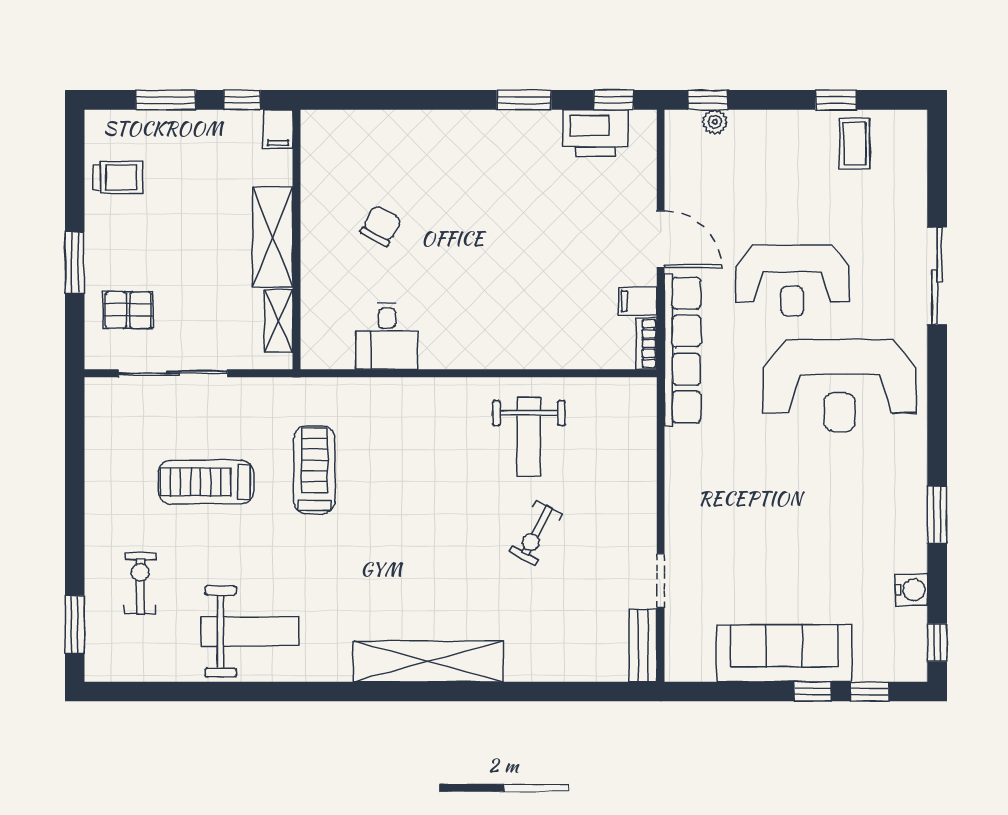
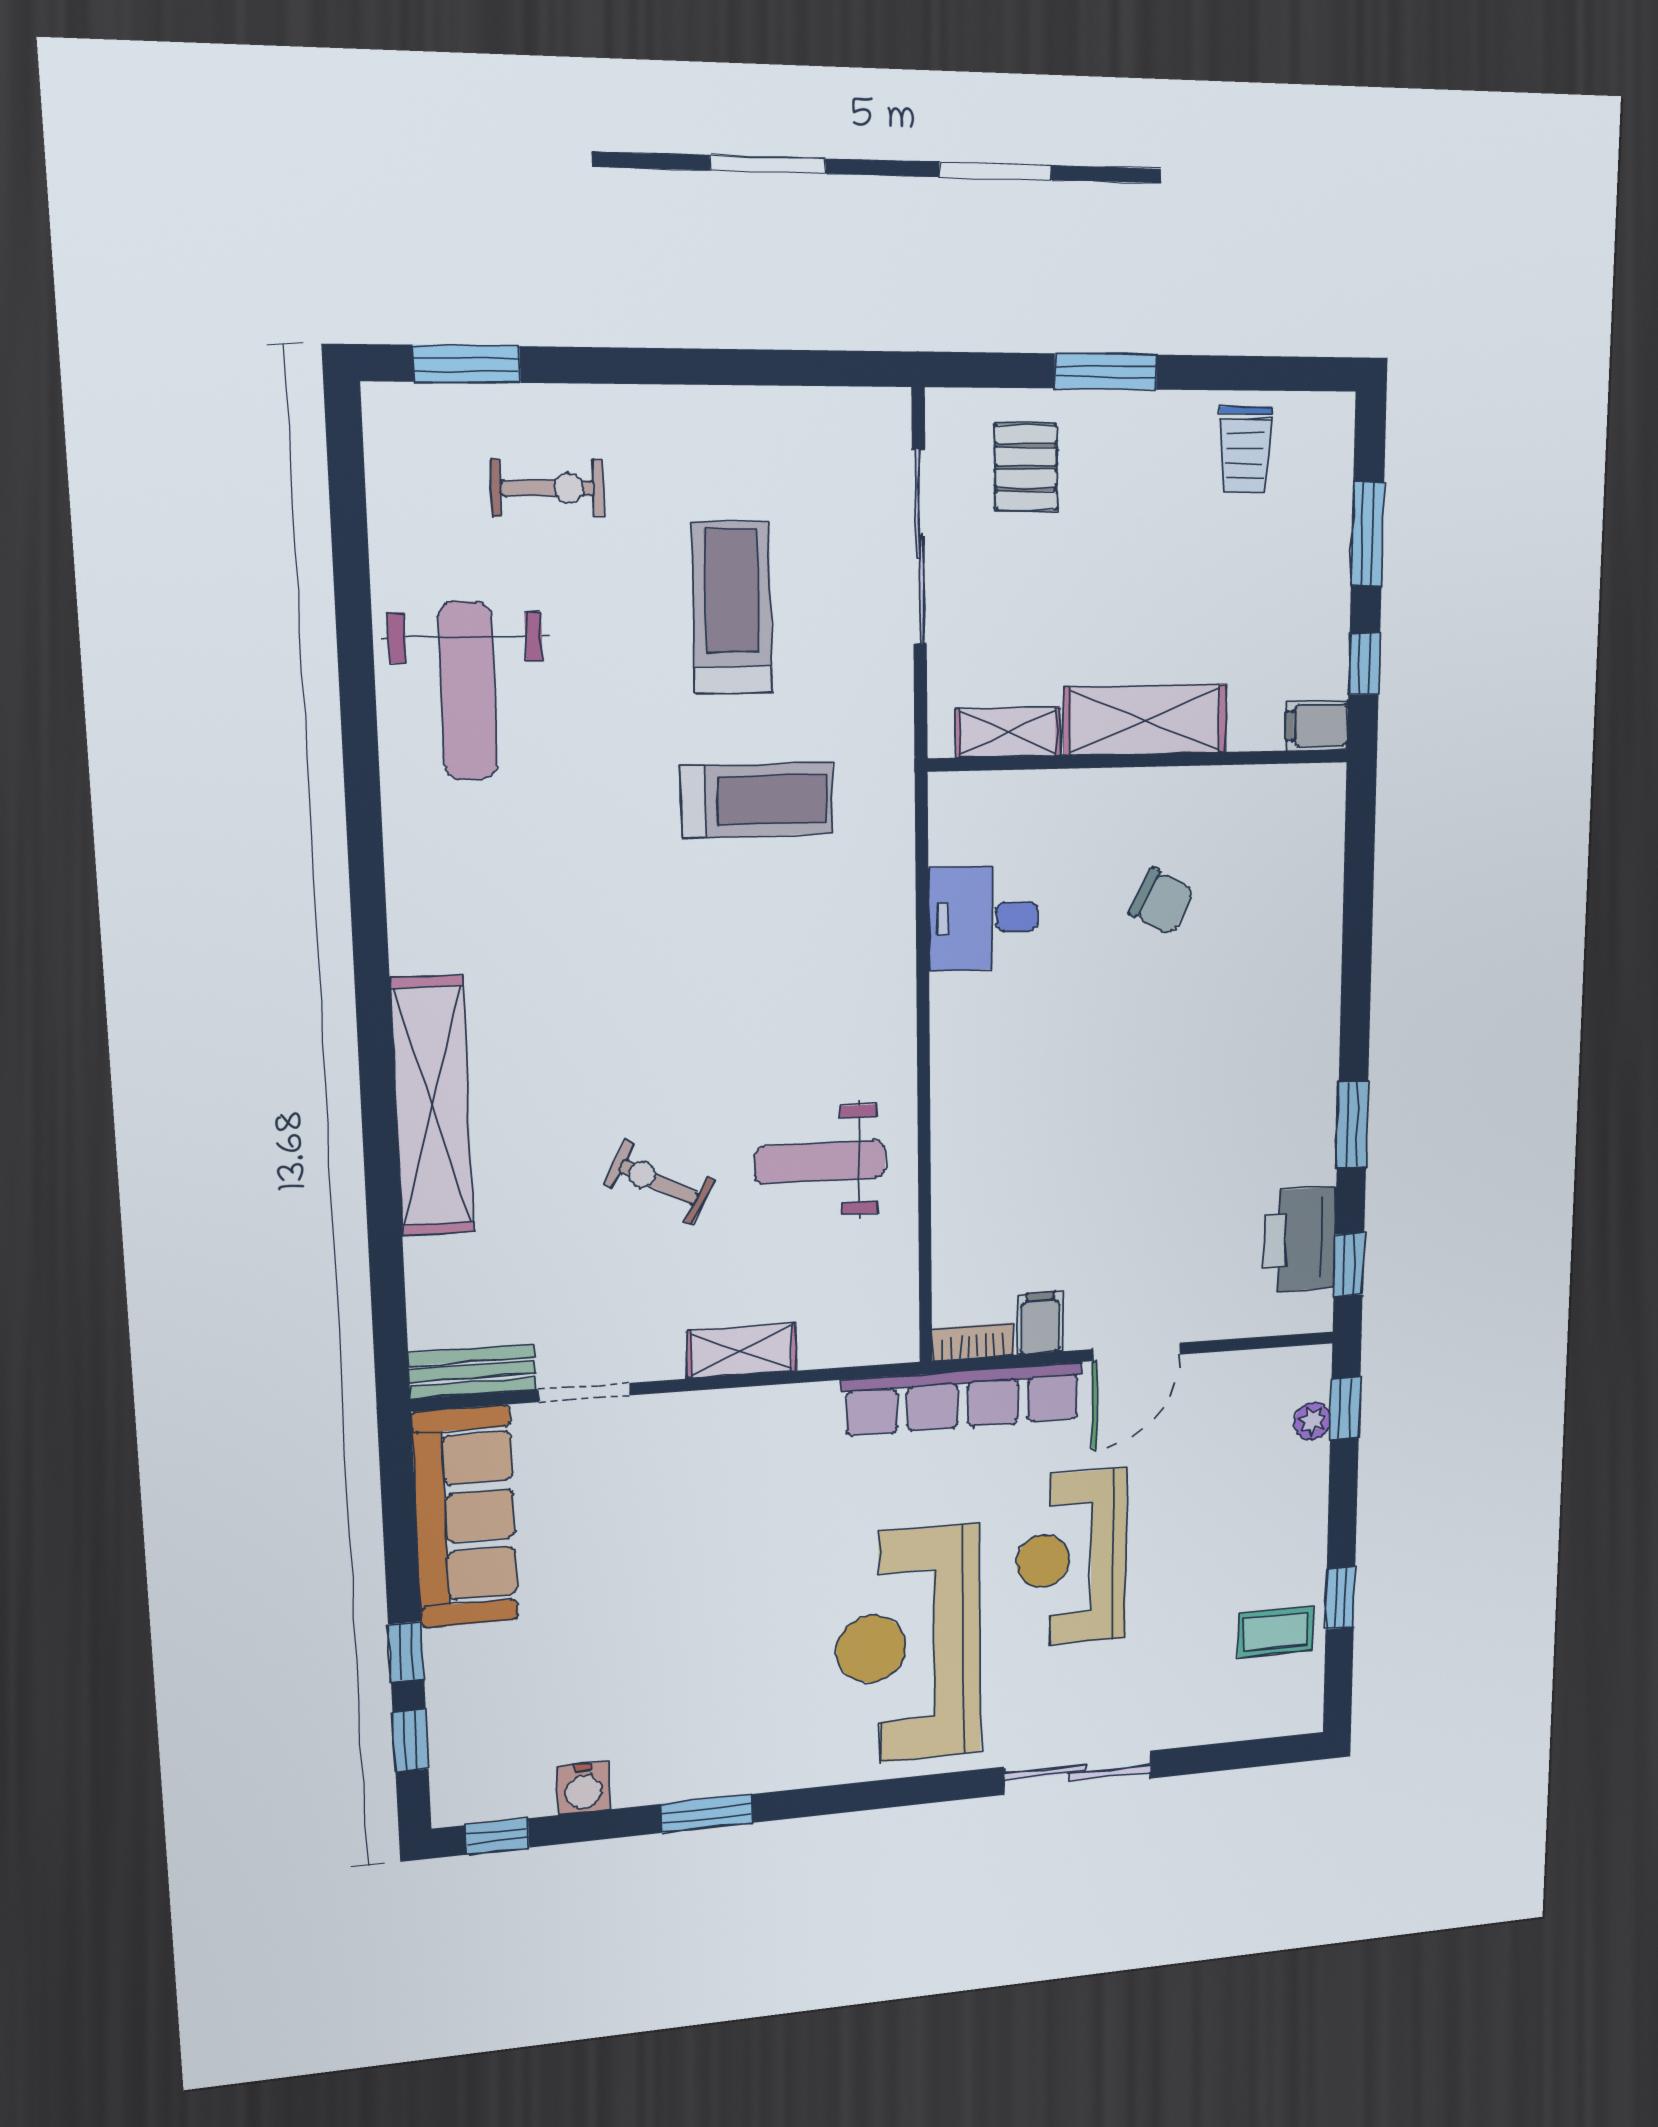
shelving: (642, 486) -> (742, 1351), added
sofa: (784, 653) -> (465, 1517), moved
shelving: (428, 661) -> (432, 1106), moved

